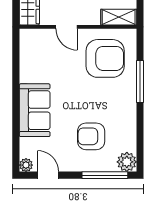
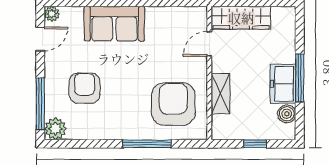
shelving: (119, 17) -> (220, 94), moved
door: (66, 27) -> (209, 44), moved
armchair: (105, 58) -> (173, 104), turned 180

